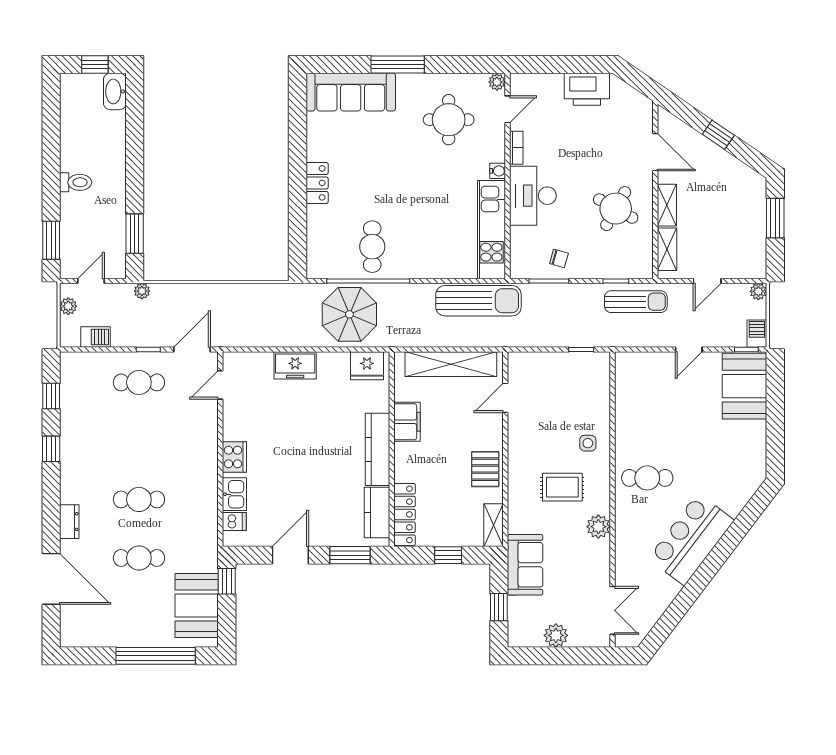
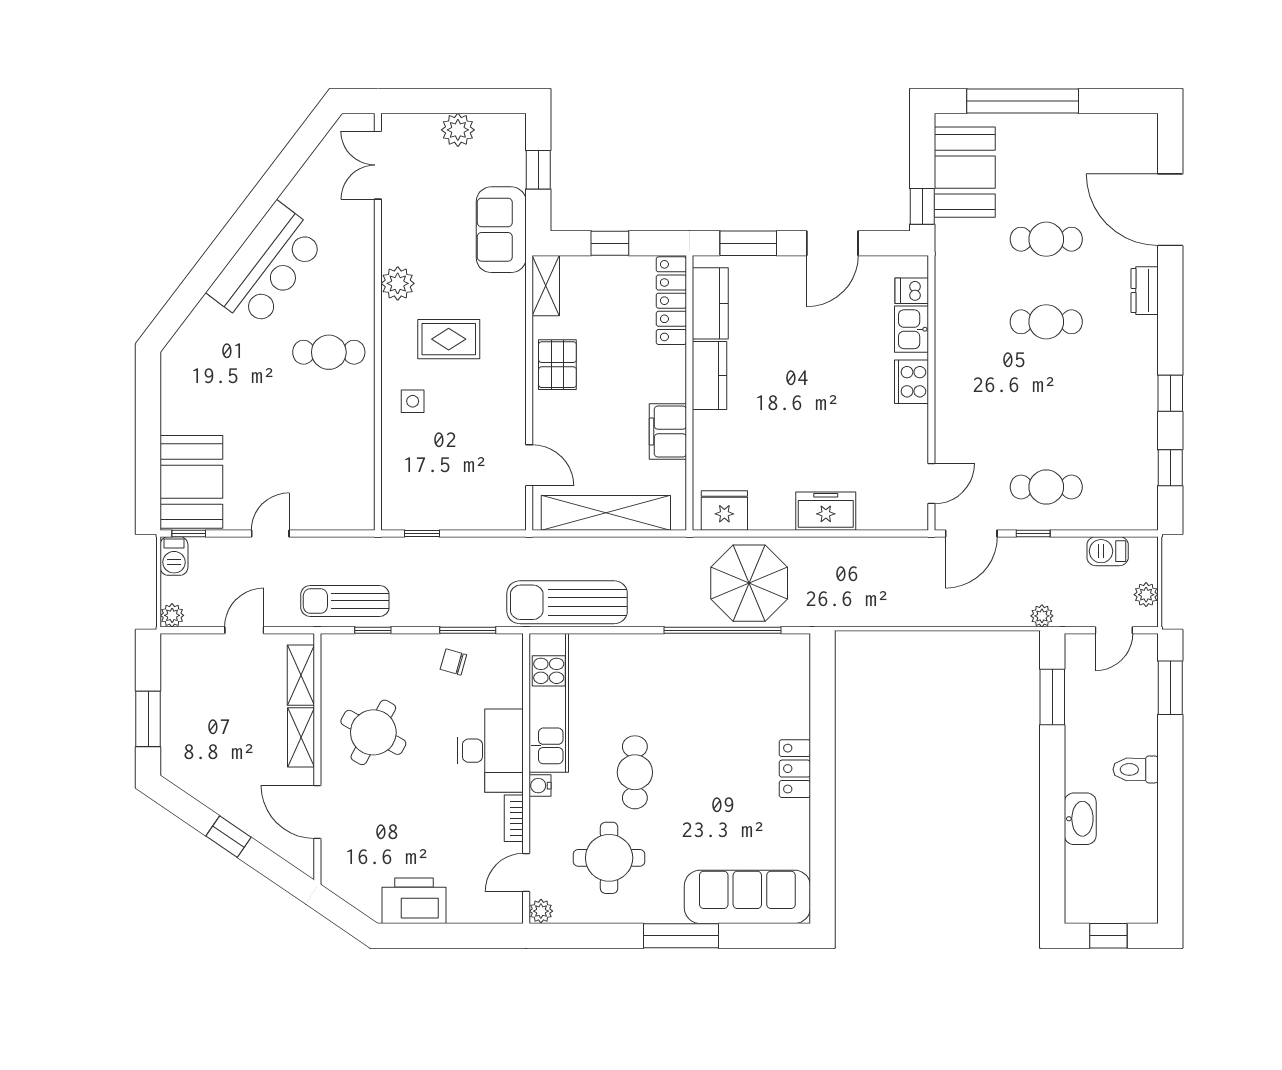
washbasin: (115, 91) -> (1080, 819), moved
cafe table: (372, 247) -> (635, 772), moved
door: (505, 398) -> (529, 465), hinge flipped
kitchen counter: (378, 449) -> (709, 376), width x0.67

